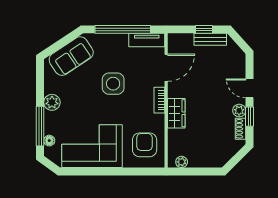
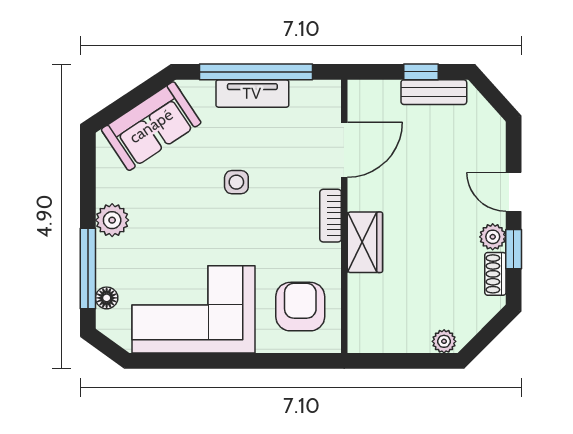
tv unit: (147, 40) -> (252, 93), moved
side table: (113, 84) -> (236, 182), width x0.54, depth x0.54
plant: (182, 162) -> (444, 341), moved

